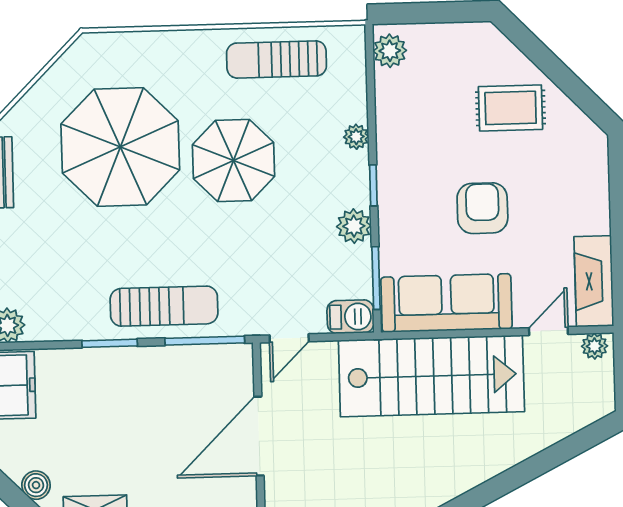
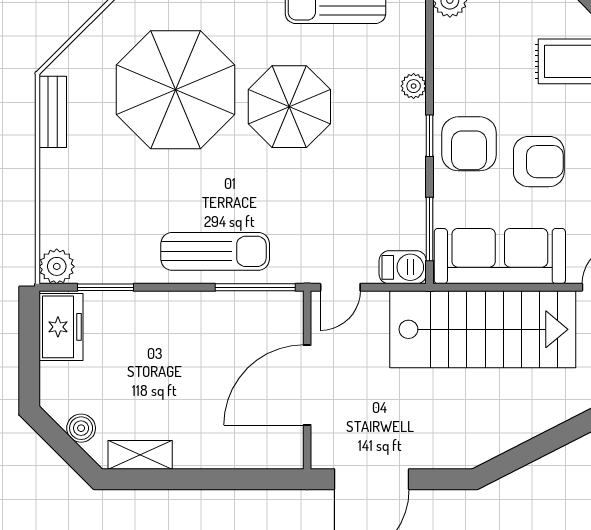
armchair: (413, 192) -> (469, 144), added
armchair: (482, 208) -> (539, 162), turned 90
plant: (354, 226) -> (409, 176), removed
window: (110, 343) -> (105, 287), moved

